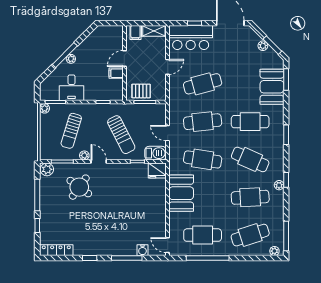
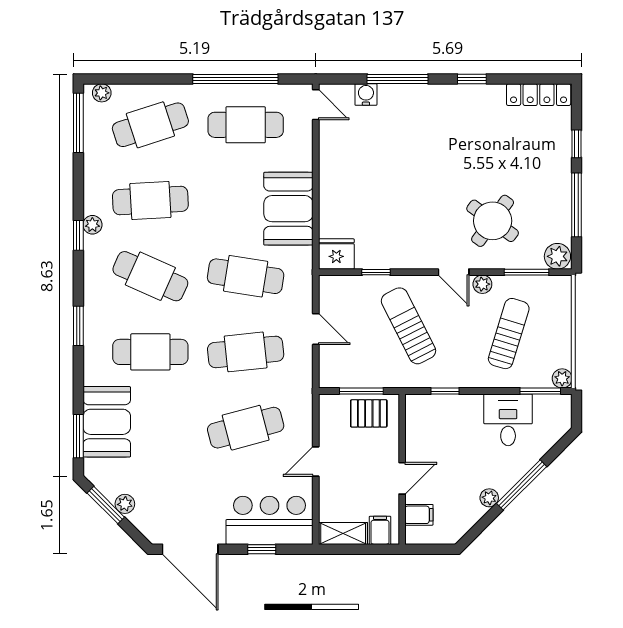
plant: (71, 59) -> (489, 498), moved
filing cabinet: (116, 73) -> (419, 515), moved
barbecue: (156, 153) -> (340, 289), removed

